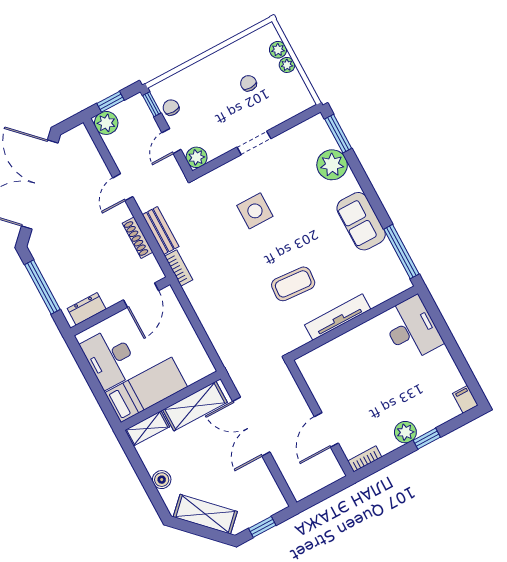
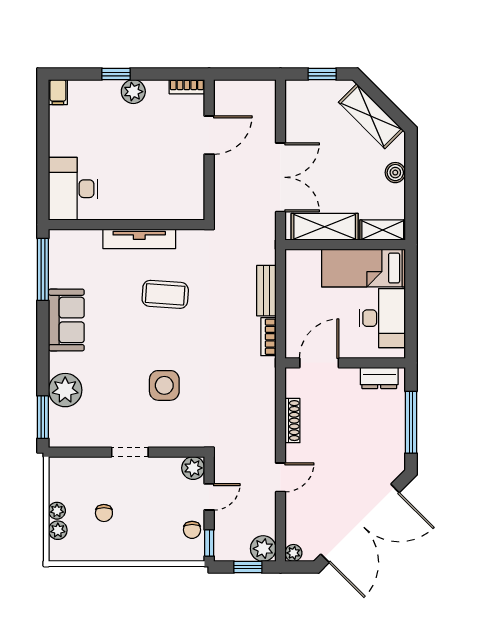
plant: (80, 132) -> (293, 553), added
bench: (161, 231) -> (266, 291), moved
bookcase: (179, 268) -> (268, 337), moved

